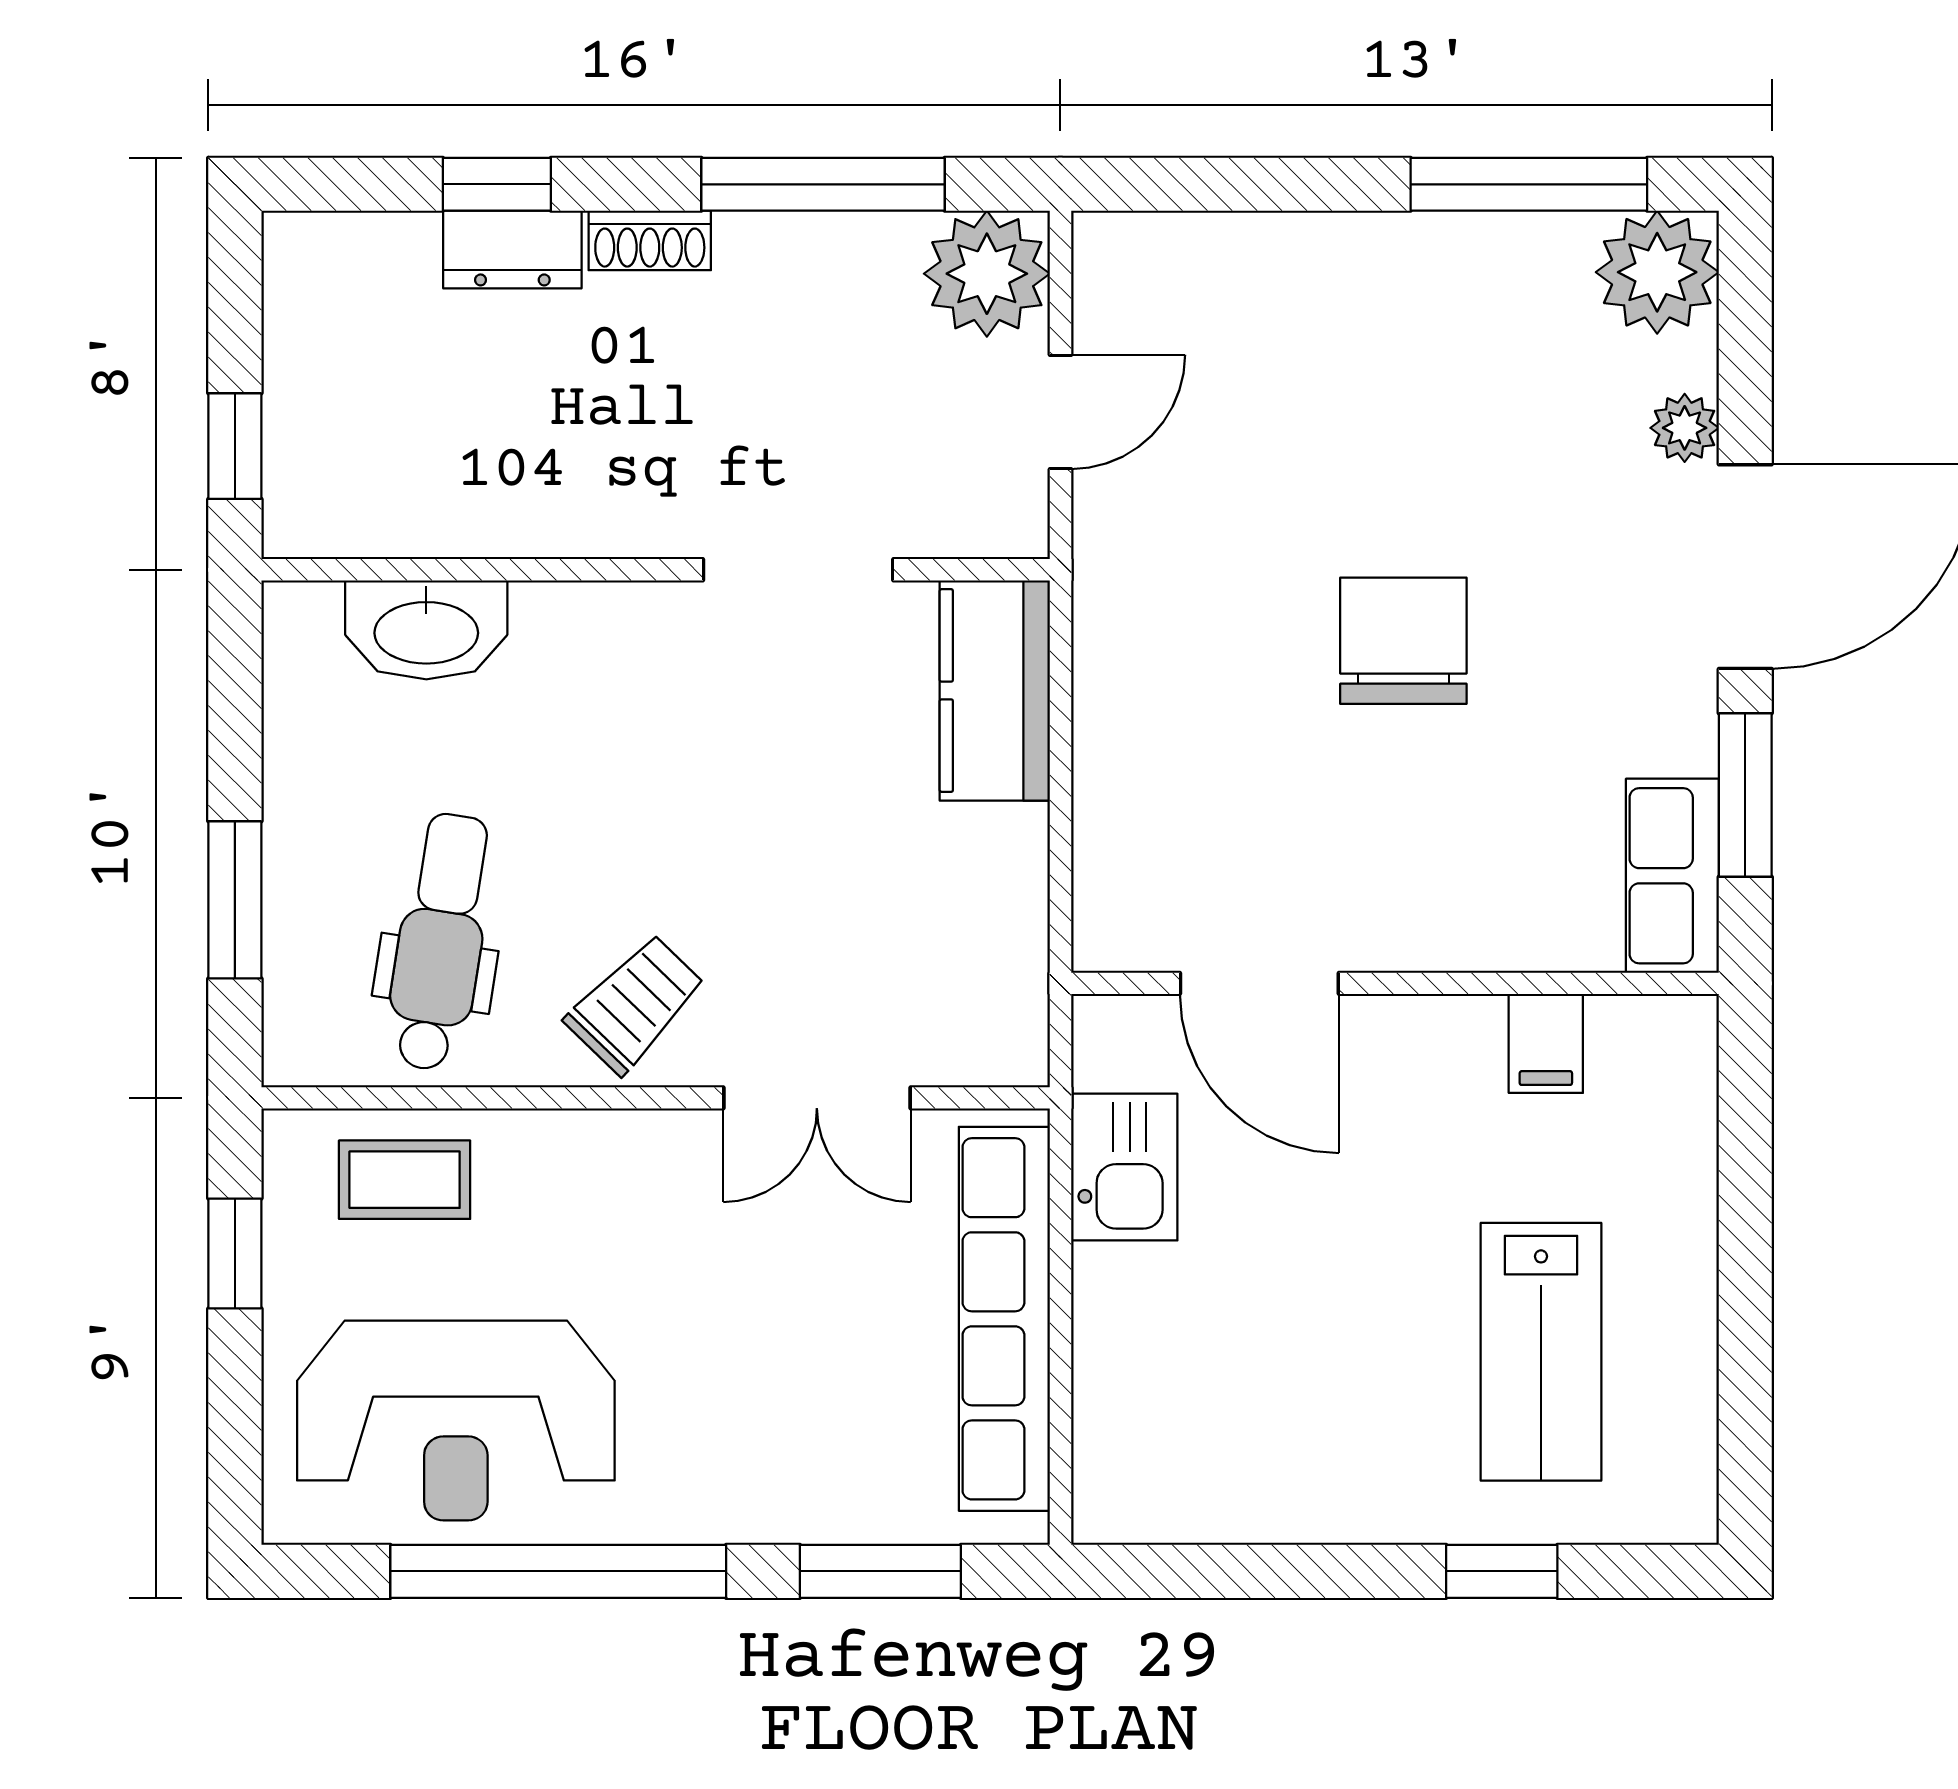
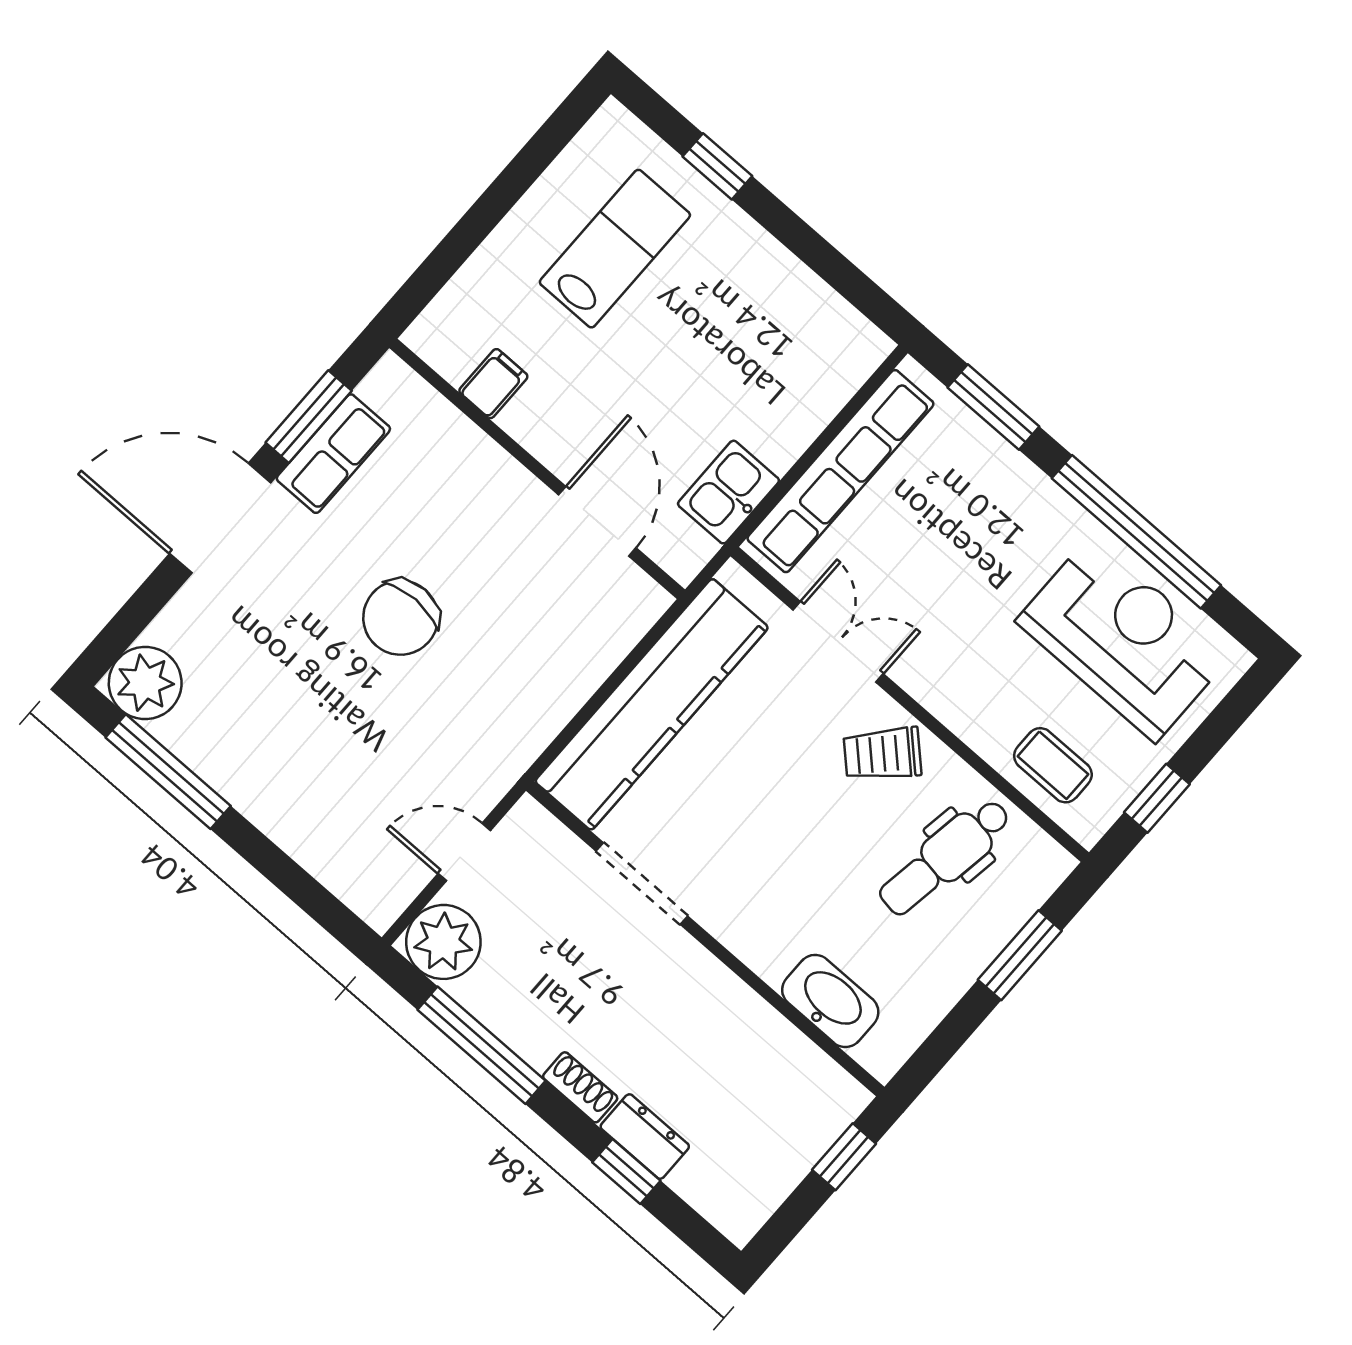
plant: (1685, 428) -> (193, 603), removed
kitchen counter: (995, 691) -> (652, 704), width x2.08, depth x1.17
row of seats: (1672, 876) -> (333, 454), moved

